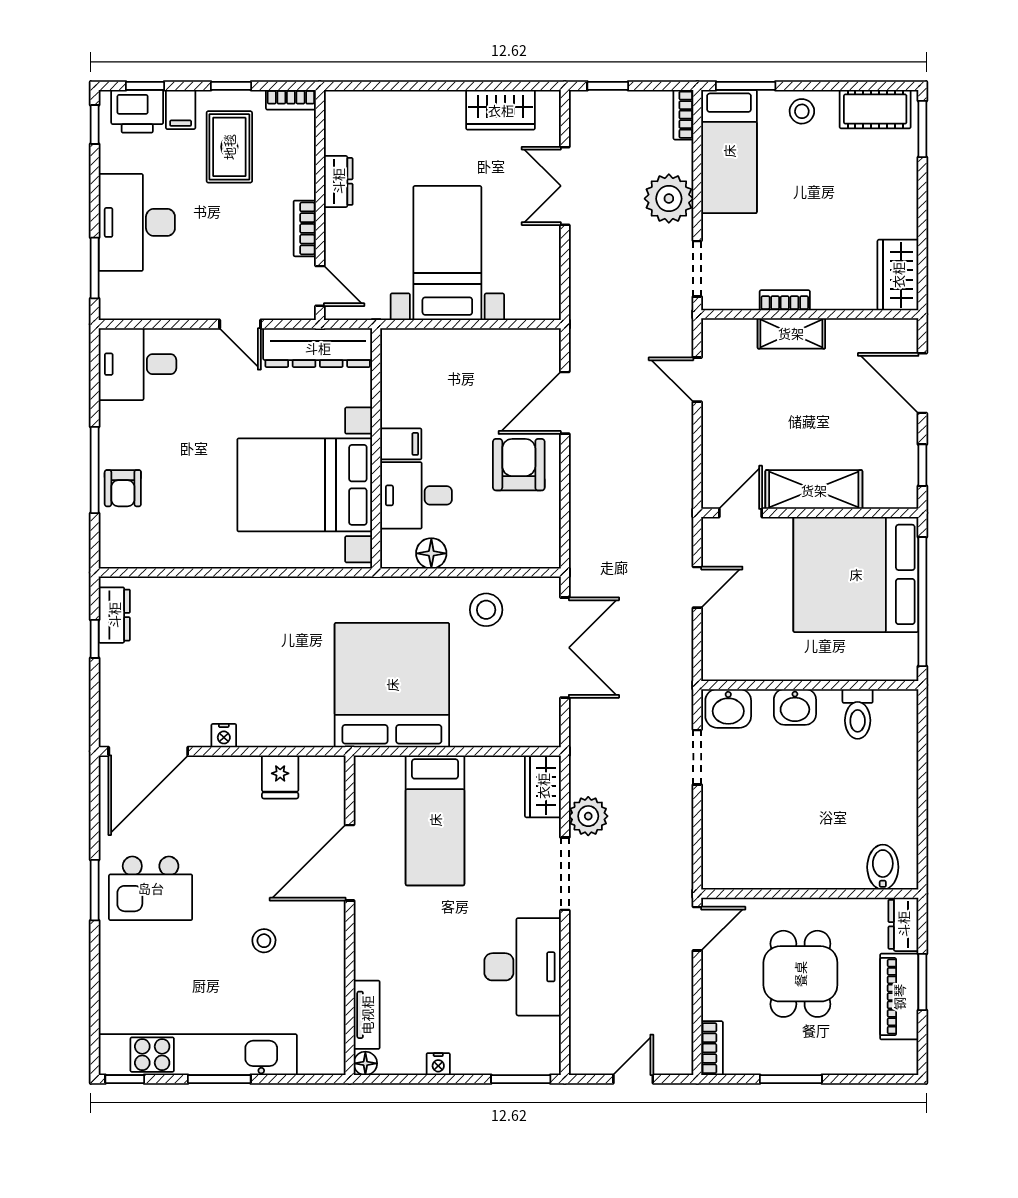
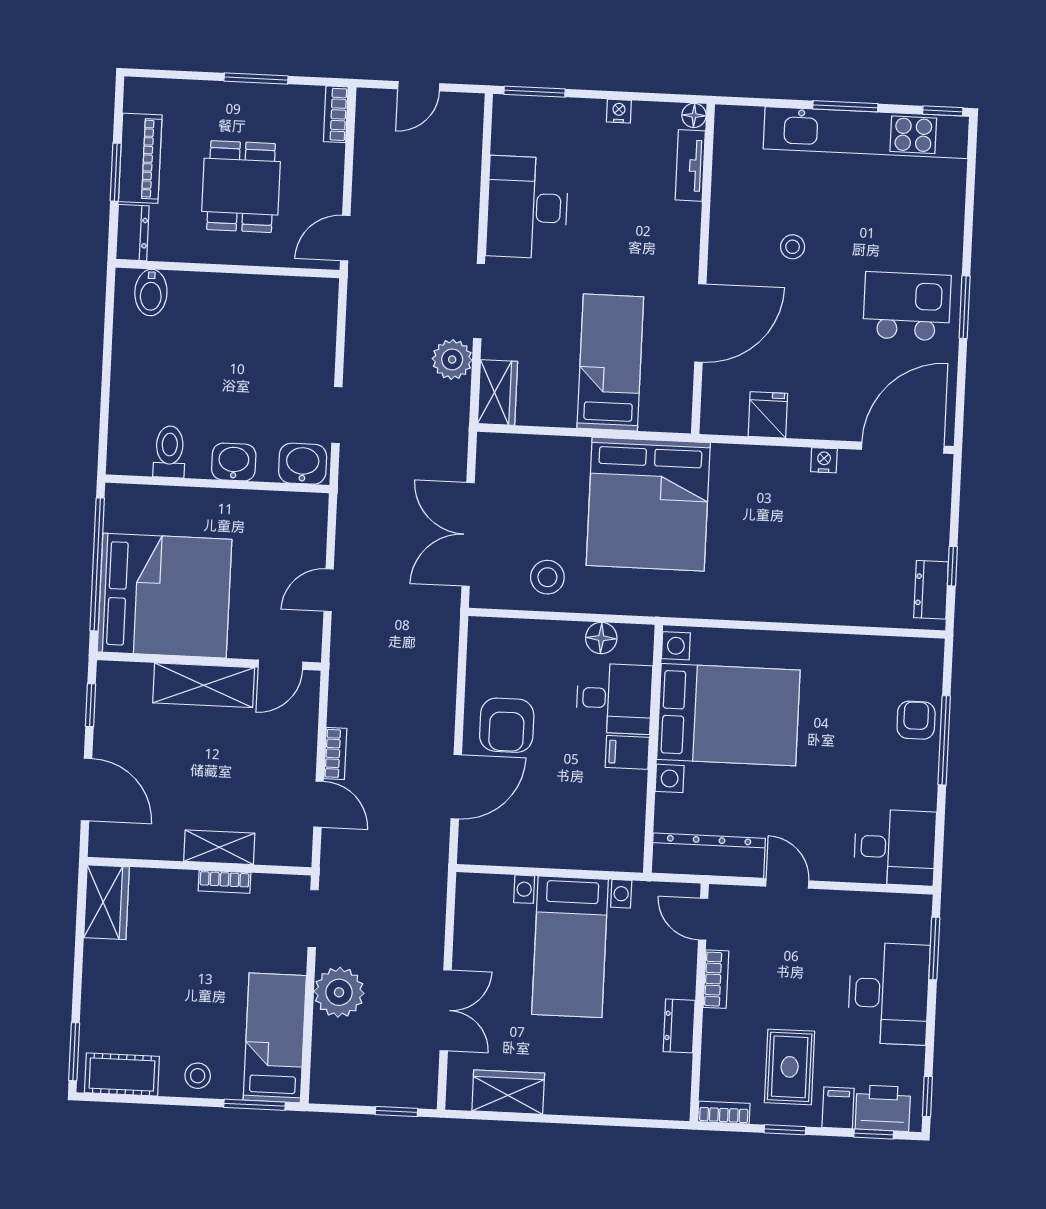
bookcase: (683, 115) -> (335, 753), moved

